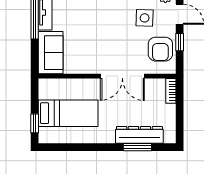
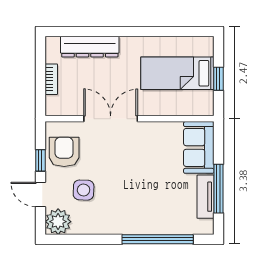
bookcase: (171, 91) -> (51, 79), moved
window: (35, 123) -> (218, 79), moved
window: (137, 147) -> (92, 32), removed

